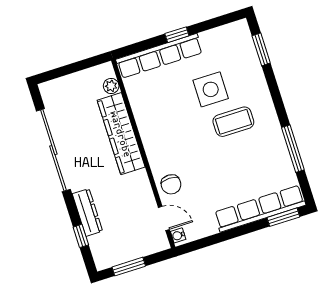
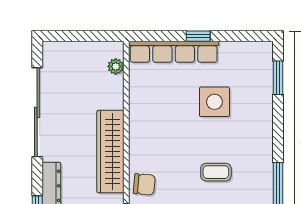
coffee table: (233, 122) -> (216, 172), moved, width x0.73, depth x0.77
wardrobe: (121, 134) -> (110, 152), moved
chair: (171, 184) -> (144, 184), turned -85

